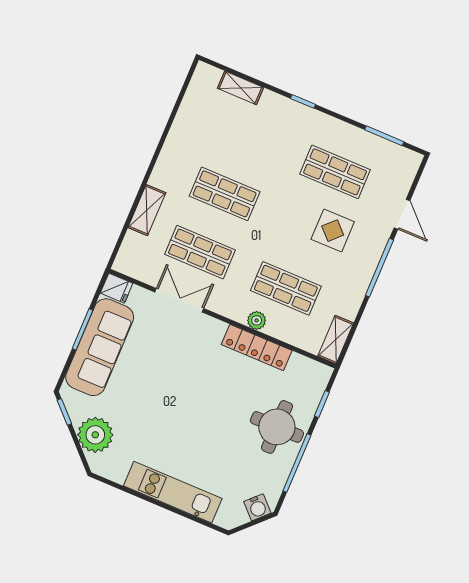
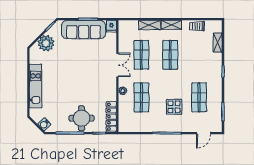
trolley: (189, 115) -> (197, 26), added
door: (402, 214) -> (204, 133), moved
double door: (179, 300) -> (117, 65), moved
shelving: (336, 340) -> (171, 25), moved
locker: (257, 348) -> (111, 117), moved

